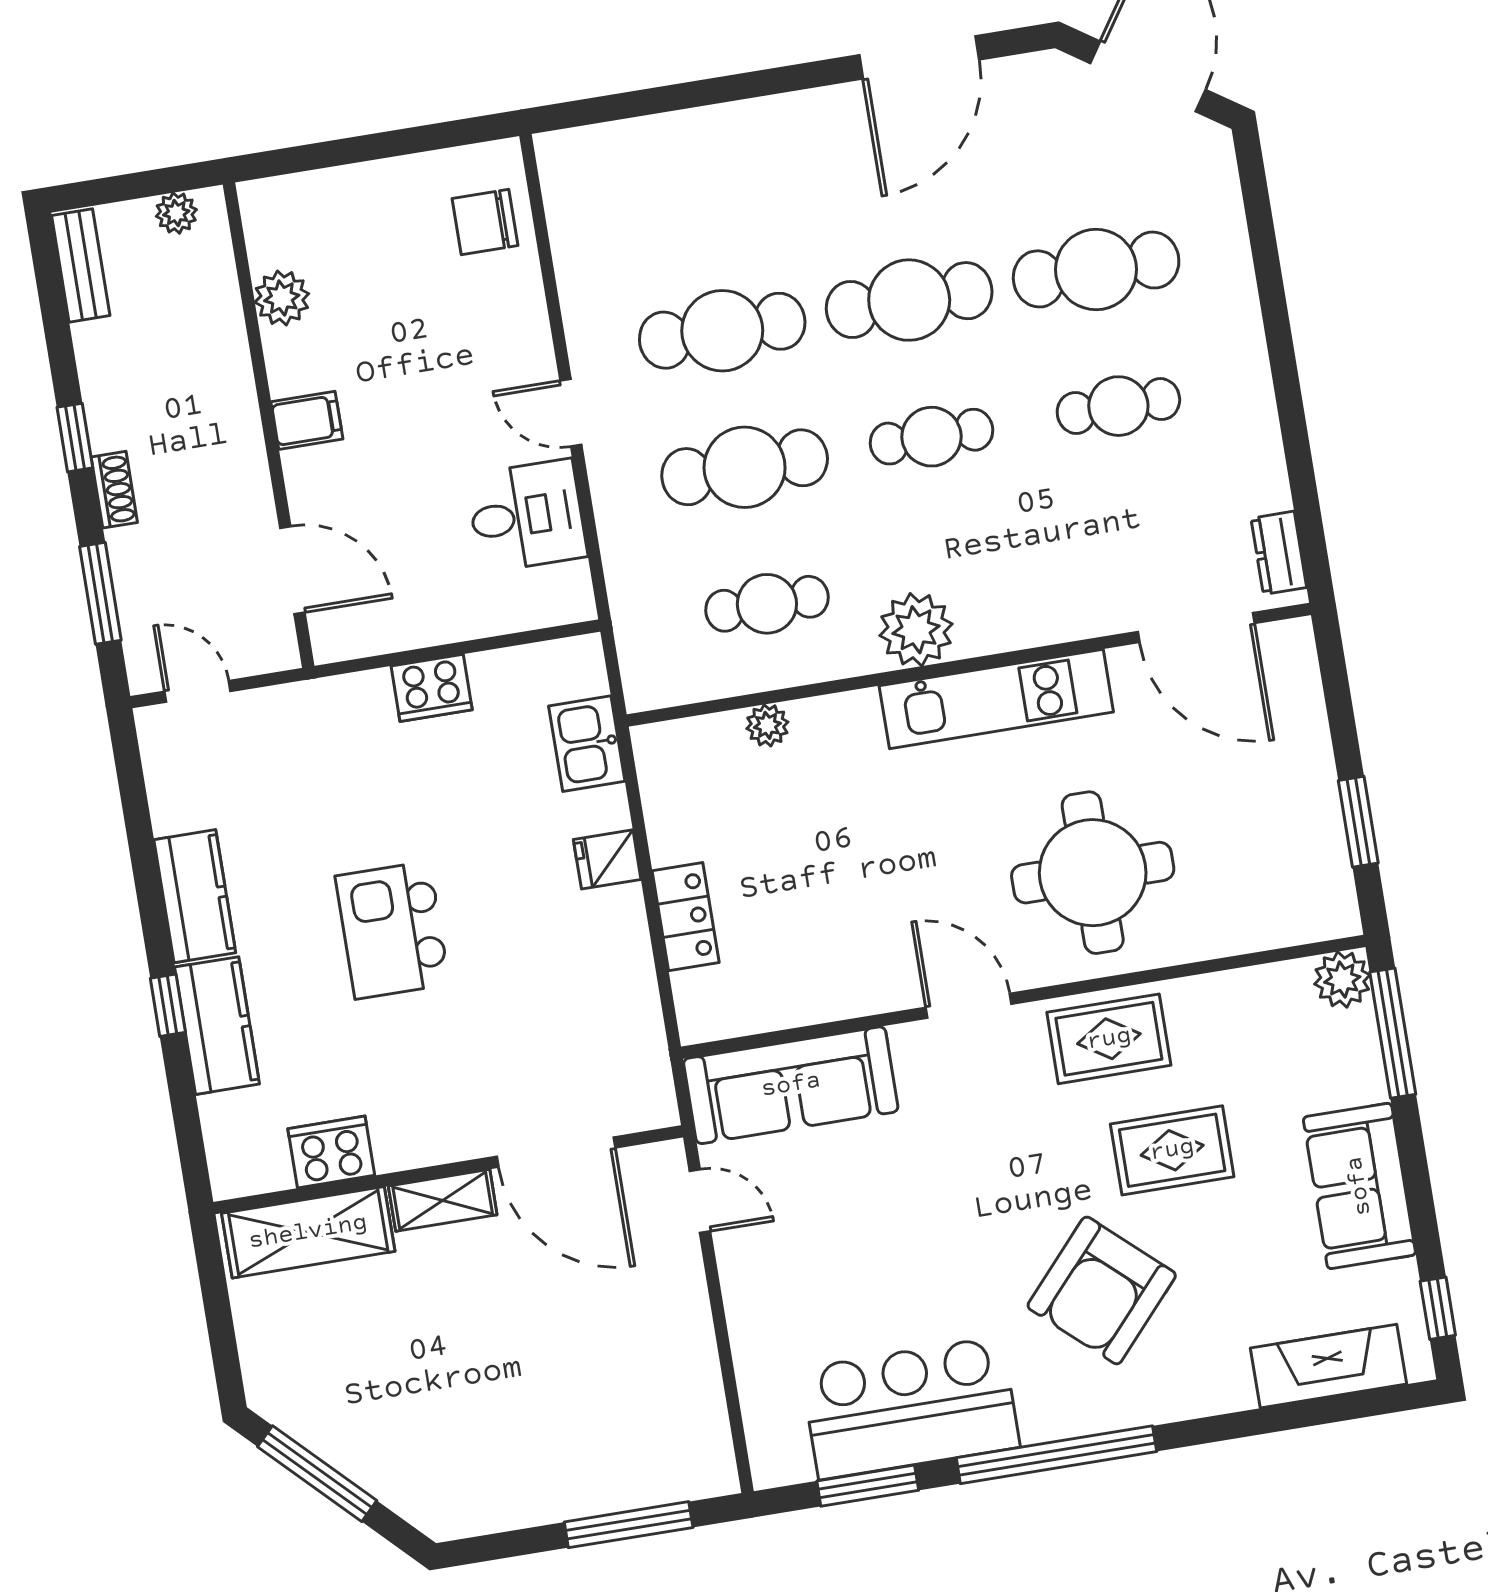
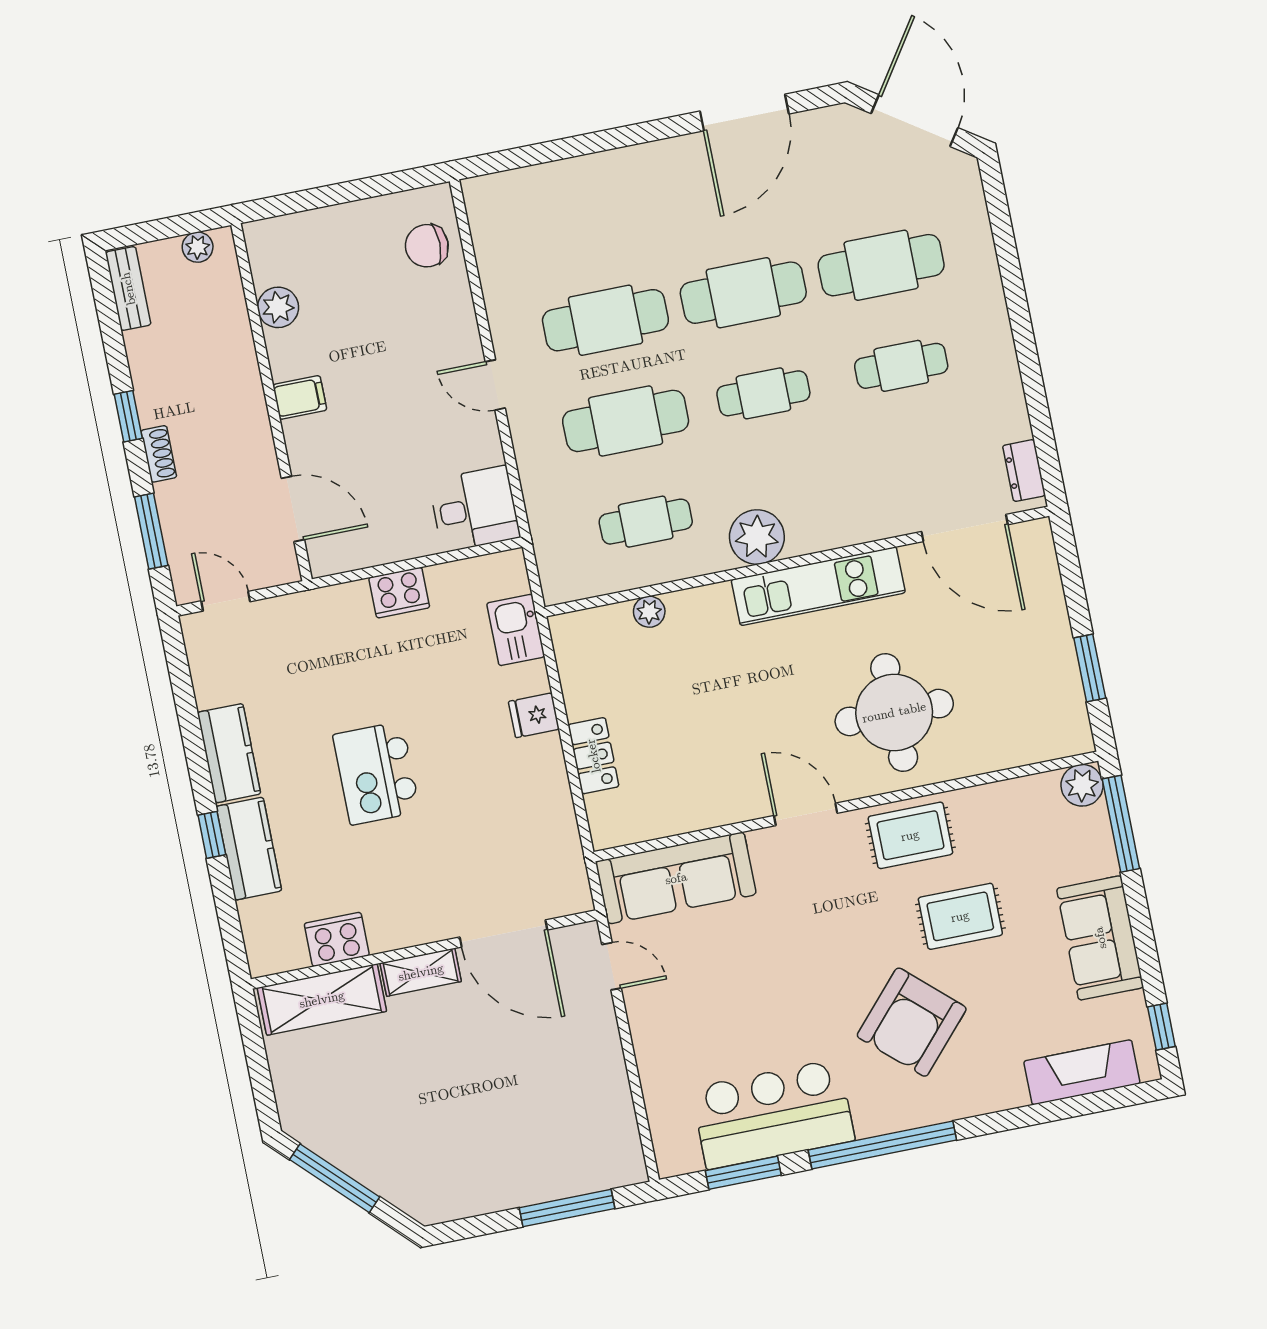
desk: (527, 516) -> (474, 509), moved

